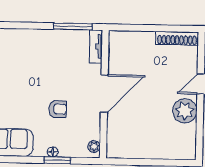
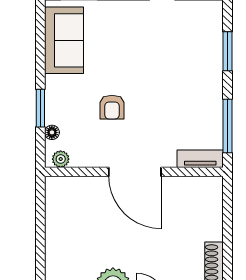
window: (19, 25) -> (227, 51), added
floor lamp: (53, 152) -> (52, 132), moved

